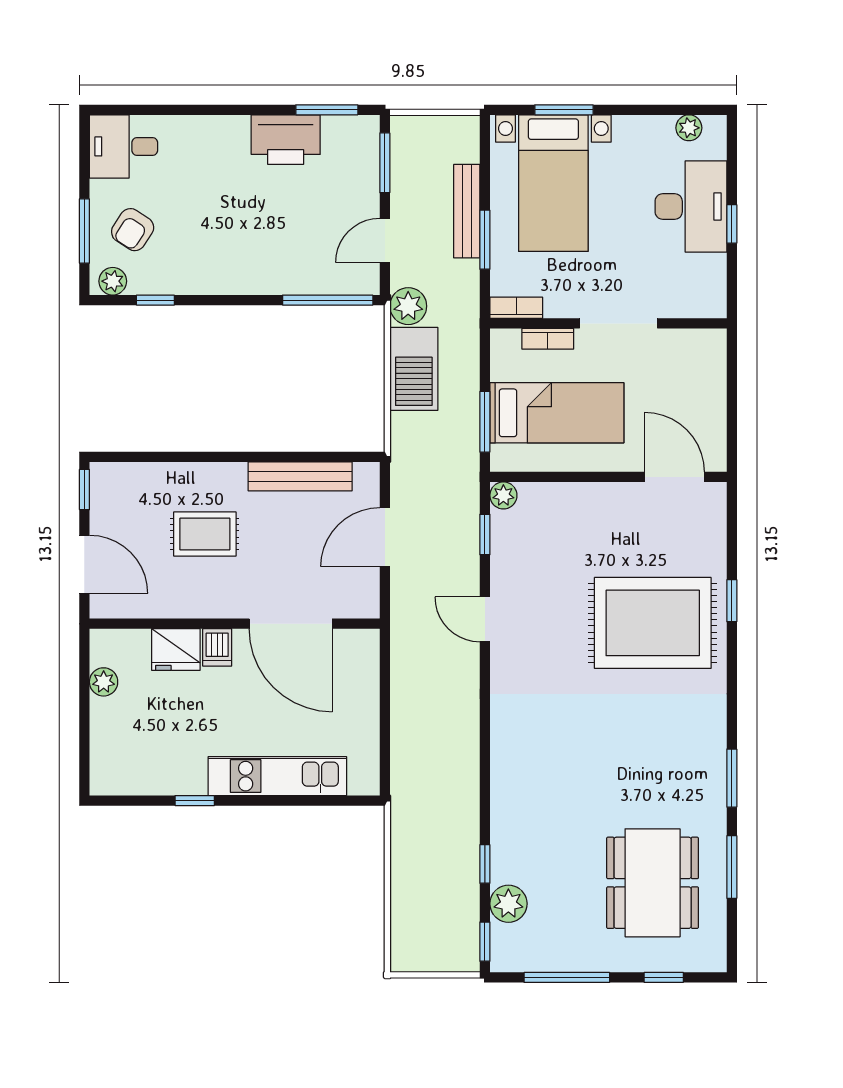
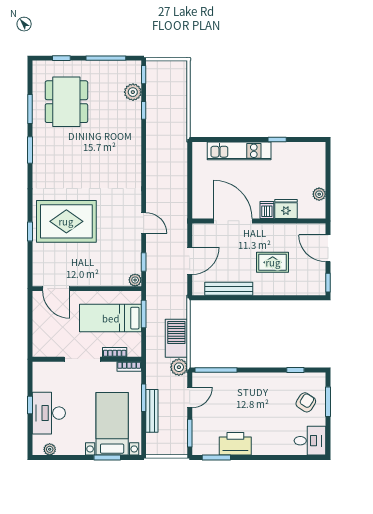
plant: (113, 281) -> (315, 379), removed

